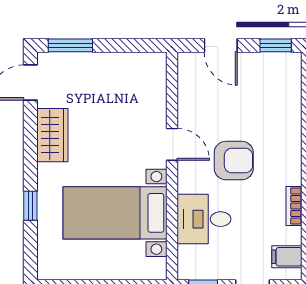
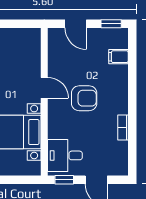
desk: (204, 219) -> (65, 155), moved
filing cabinet: (287, 257) -> (118, 57), moved

